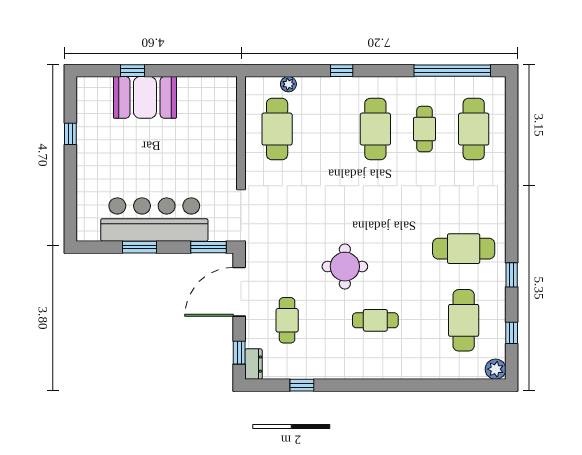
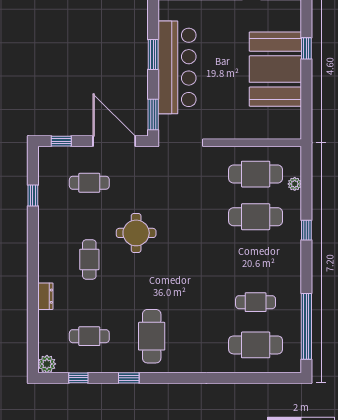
booth: (145, 97) -> (275, 69), width x1.36, depth x1.42
cafe table: (375, 129) -> (256, 217), moved
cafe table: (464, 320) -> (89, 336), width x0.73, depth x0.74
dresser: (254, 364) -> (45, 296), moved, turned -90

